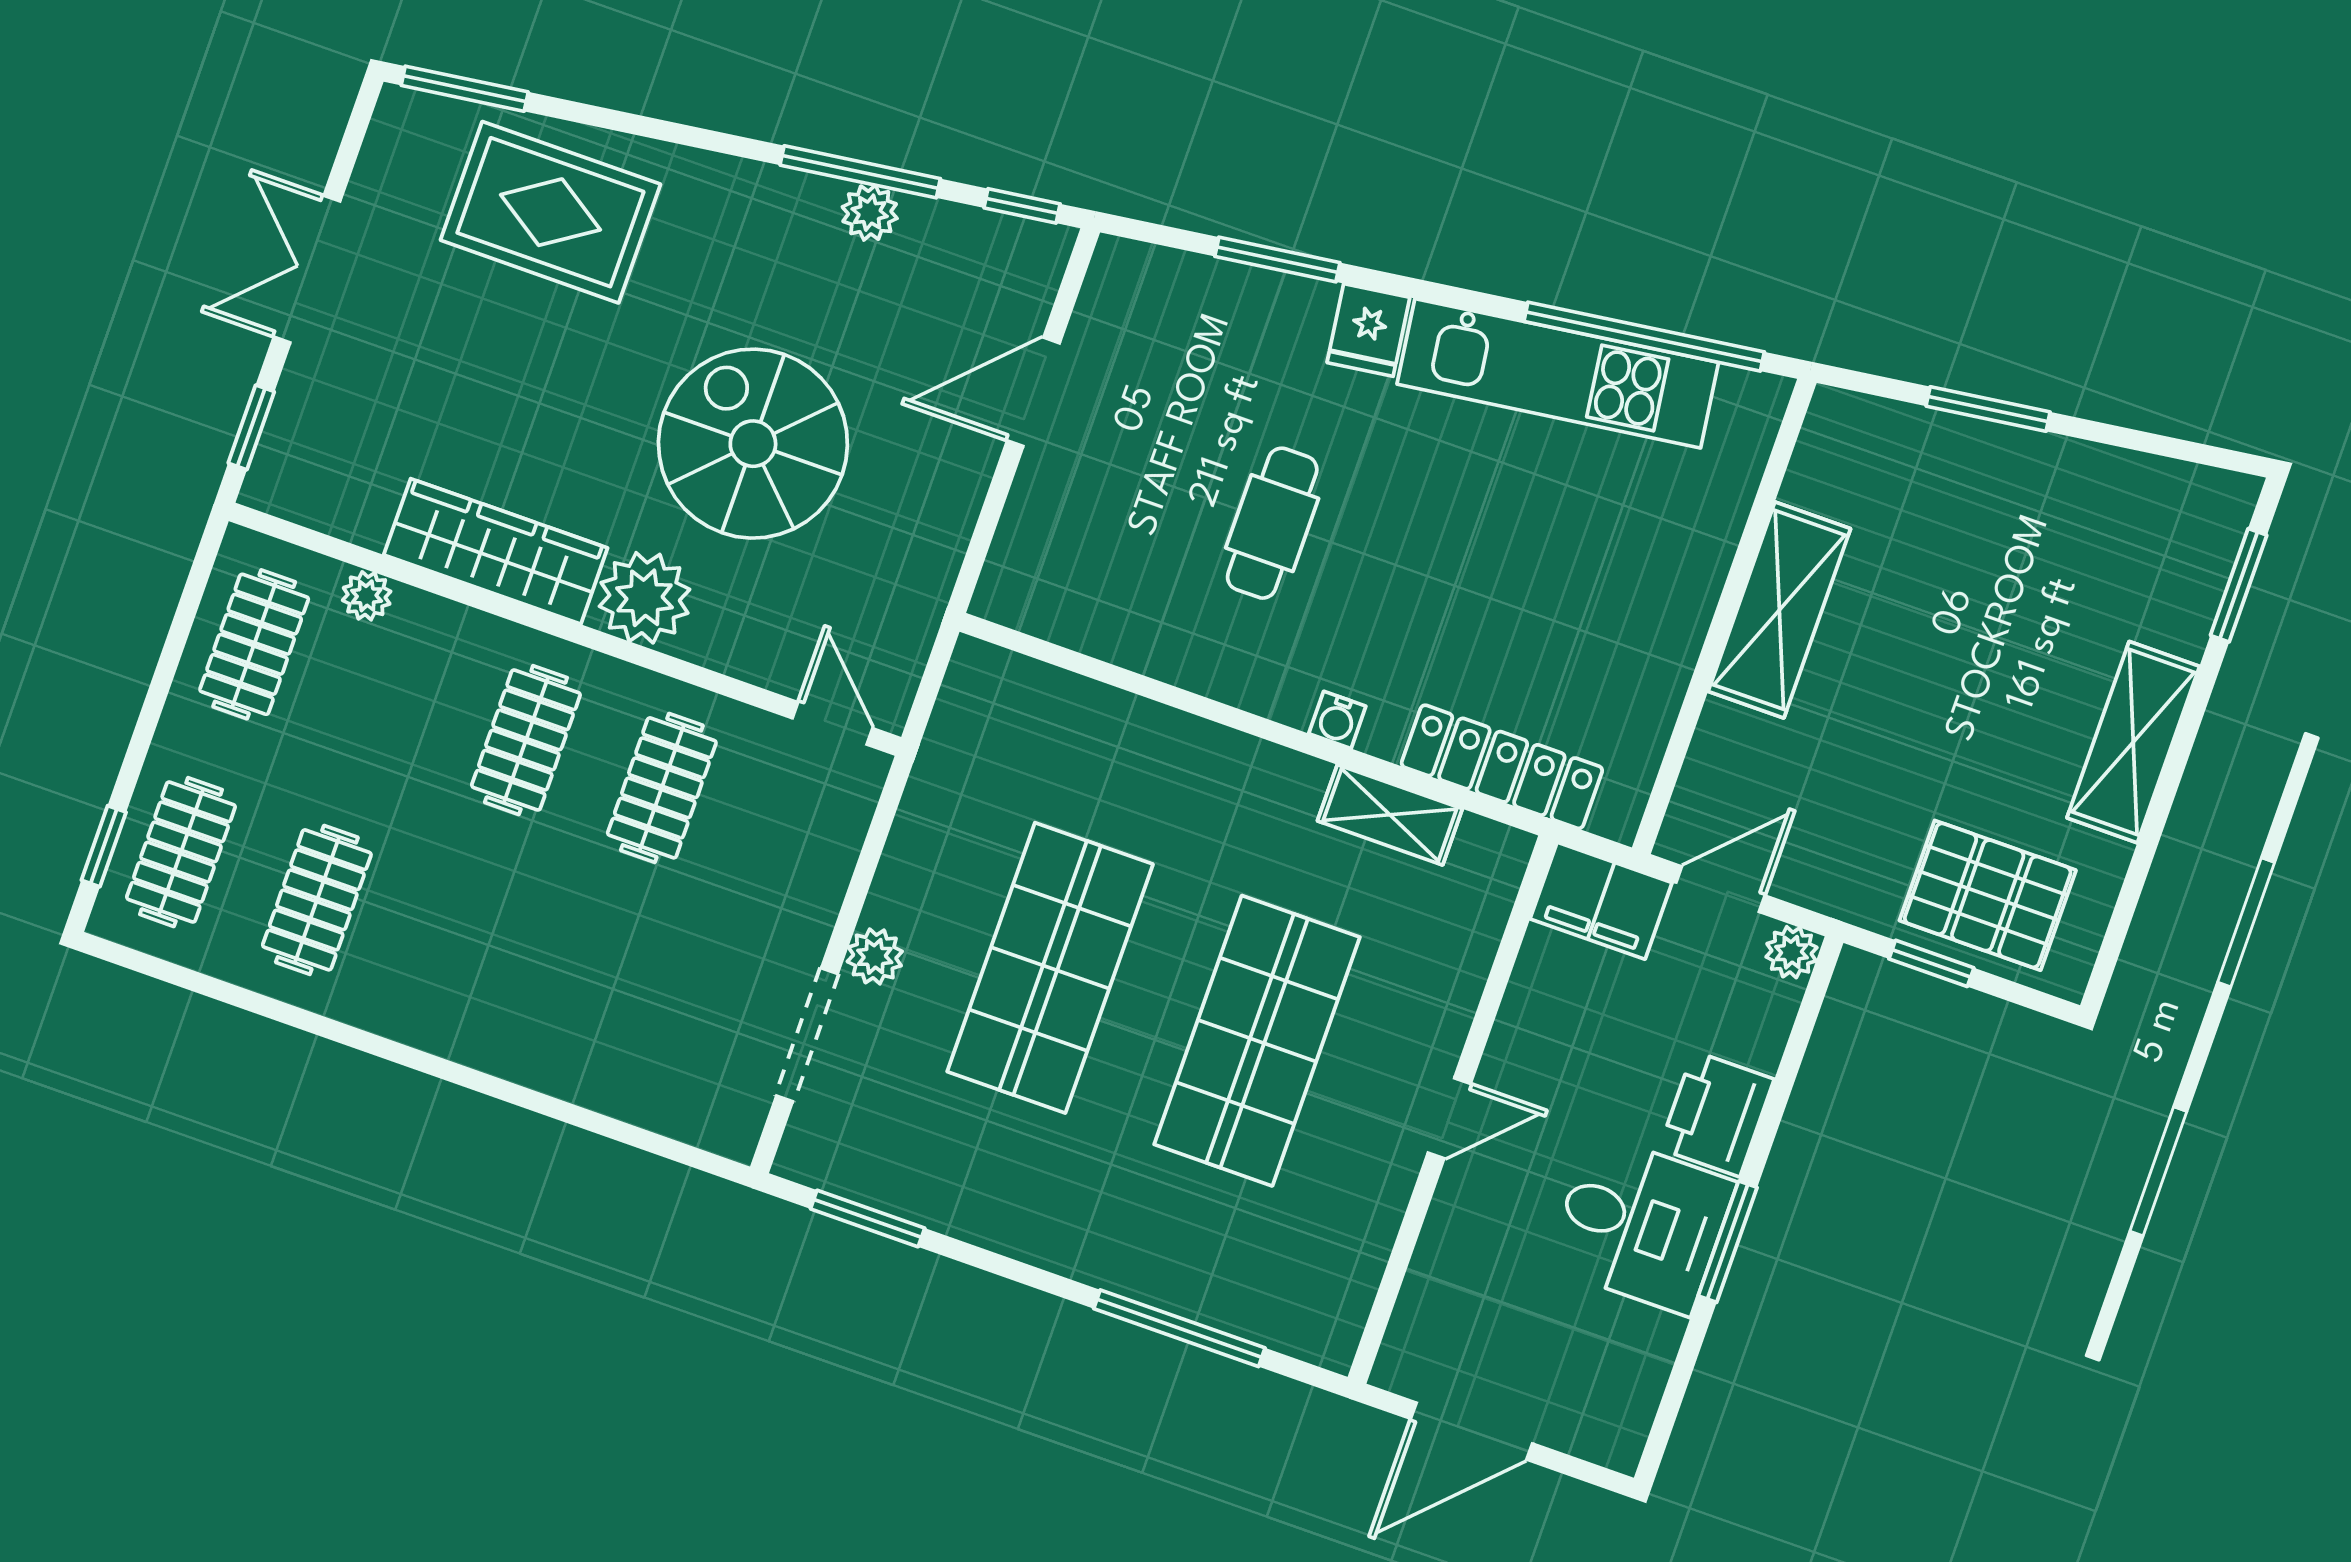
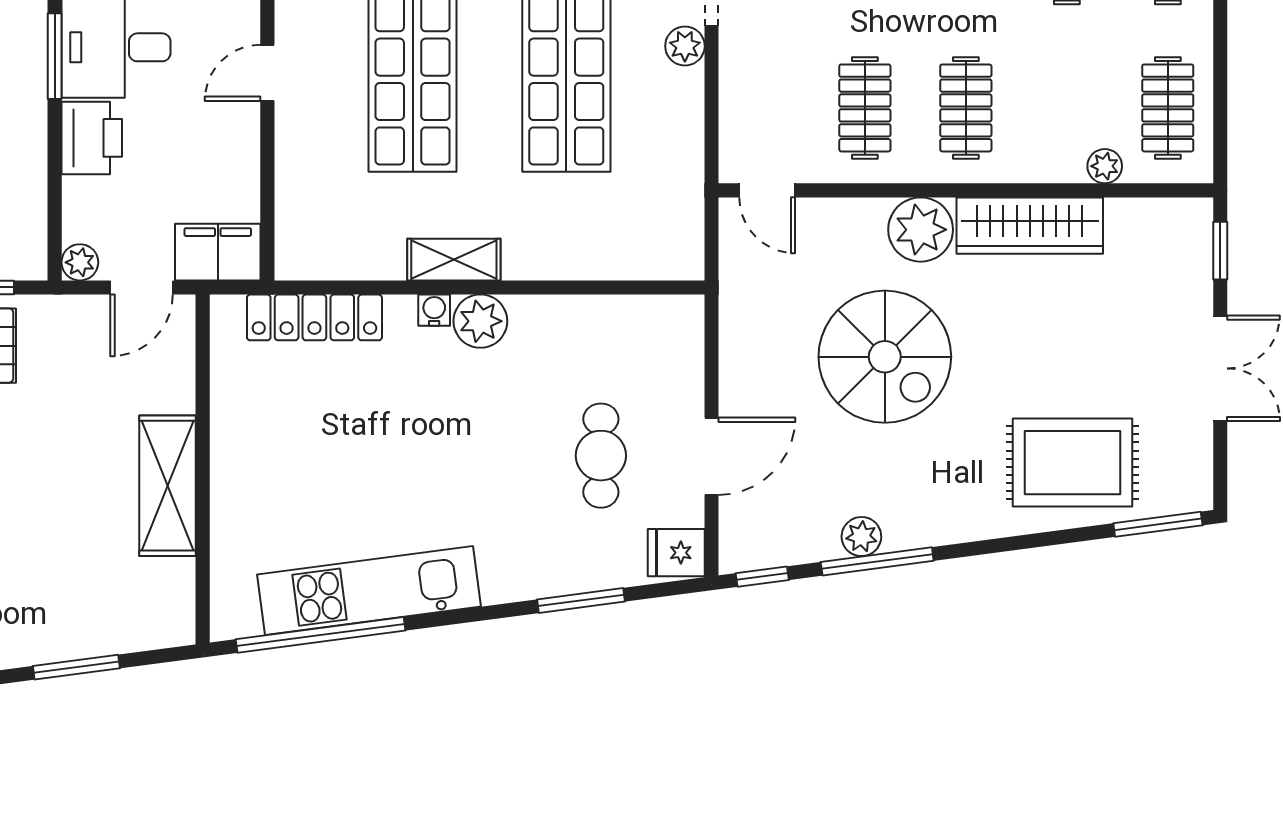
fridge: (1368, 330) -> (676, 553), moved, turned -82
cafe table: (1272, 523) -> (601, 456), moved
plant: (1280, 683) -> (480, 321), added
shelving: (1390, 815) -> (454, 260), moved

